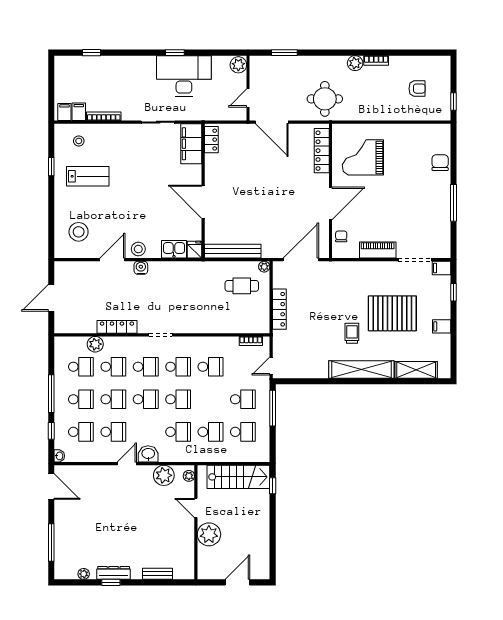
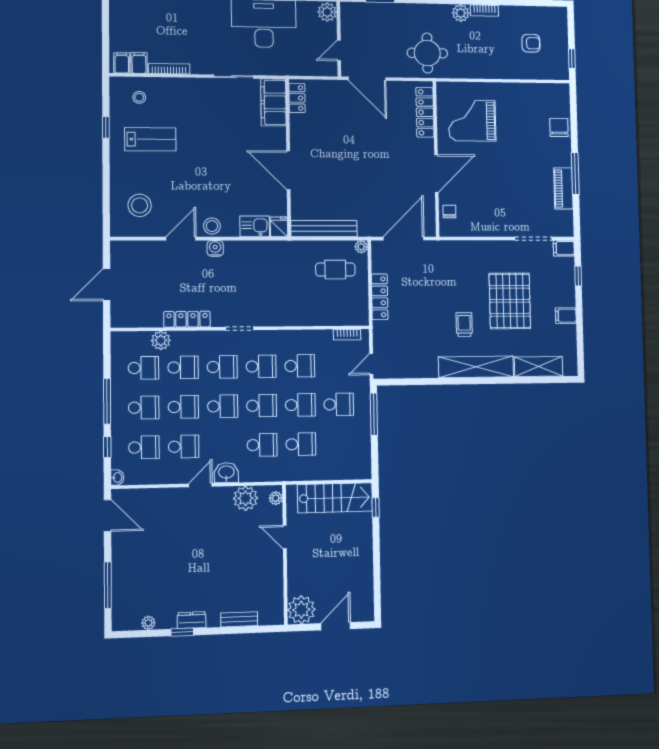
piano: (378, 250) -> (563, 188), moved, turned -90
pallet: (392, 313) -> (510, 301), turned 90
school desk: (243, 432) -> (300, 405), moved
plant: (209, 534) -> (301, 610), moved
dresser: (114, 573) -> (192, 620), width x0.70

